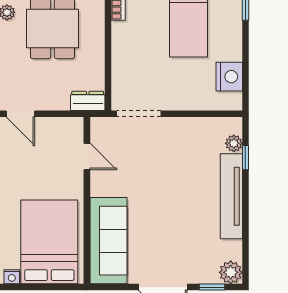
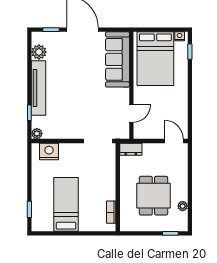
nightstand: (229, 77) -> (49, 151), moved, turned 90
plant: (234, 143) -> (37, 134), moved
door: (87, 157) -> (131, 113), swing flipped
plant: (231, 272) -> (39, 52), moved

